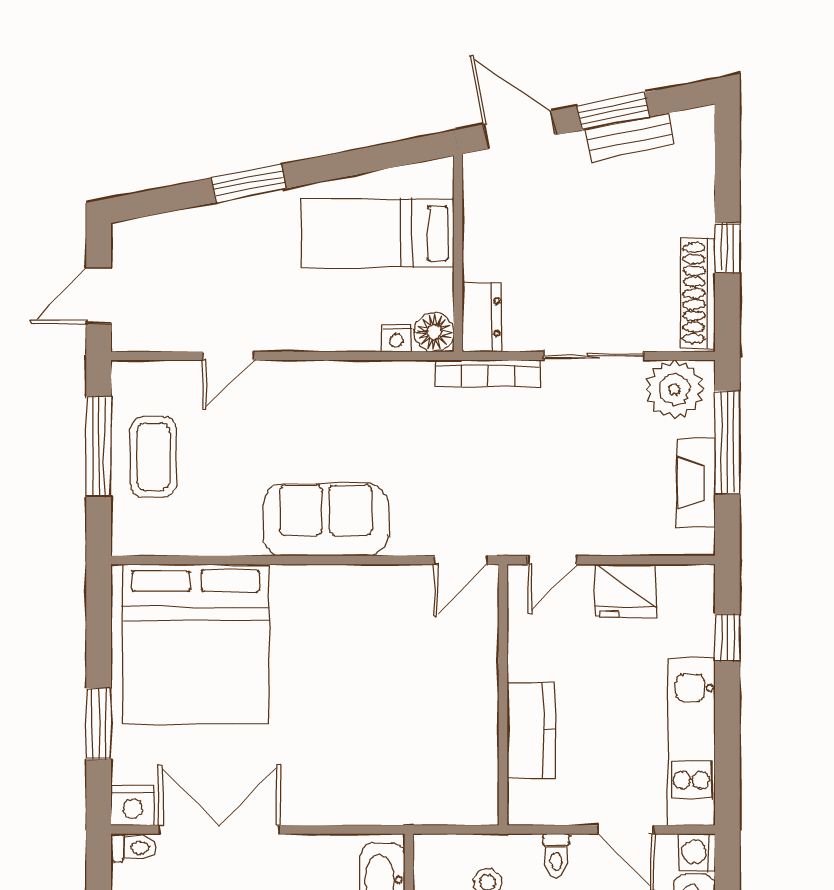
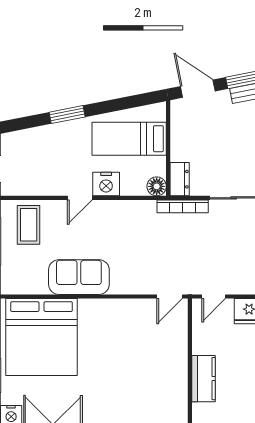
nightstand: (396, 338) -> (106, 184), moved, width x1.89, depth x1.79
door: (228, 356) -> (80, 198), moved
coffee table: (153, 457) -> (29, 225), moved
sofa: (326, 520) -> (79, 277), moved

